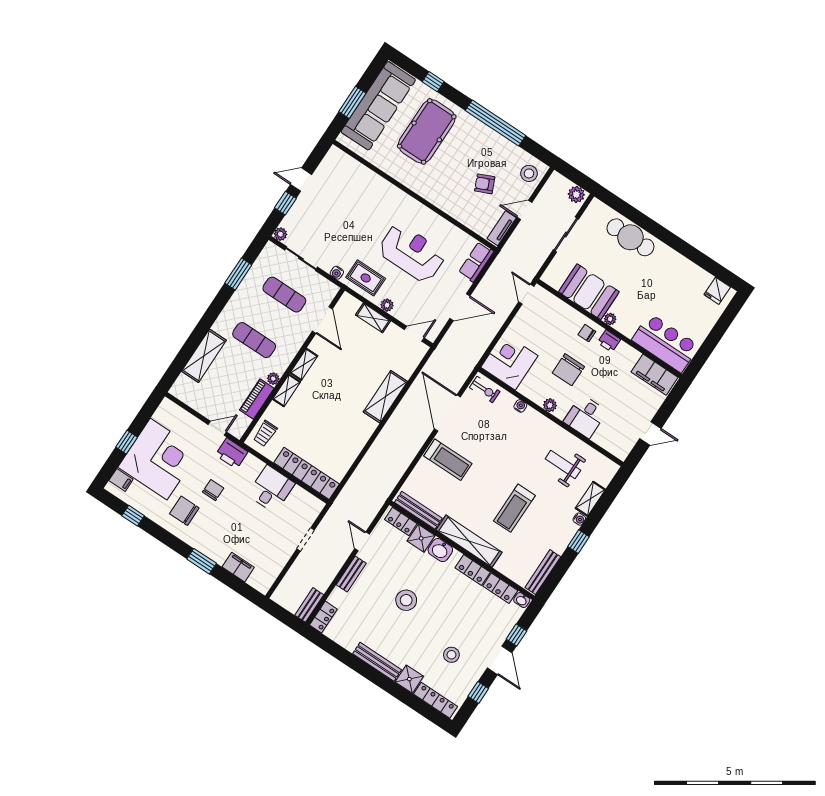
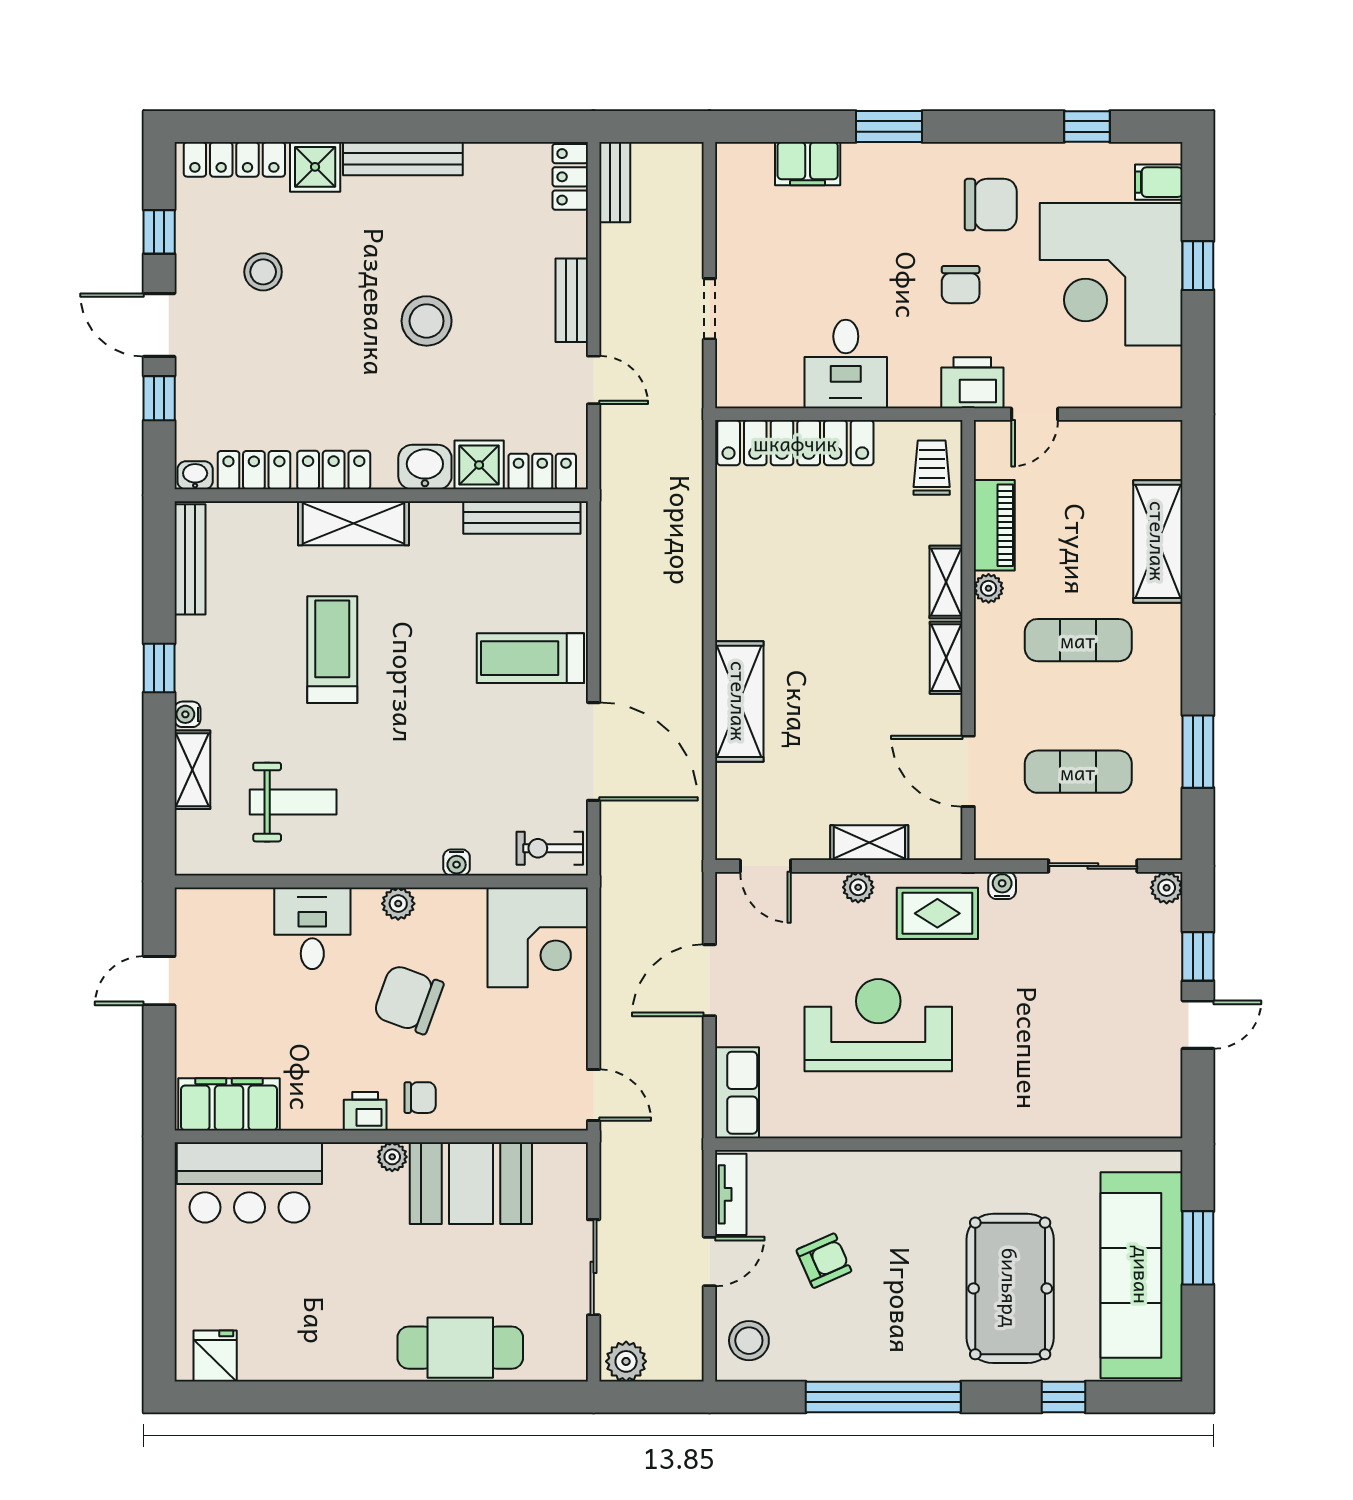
reception desk: (412, 253) -> (878, 1025), turned 180
door: (414, 334) -> (765, 866), hinge flipped
chair: (568, 370) -> (408, 999), turned -70
shelving: (469, 541) -> (354, 523), width x0.68

